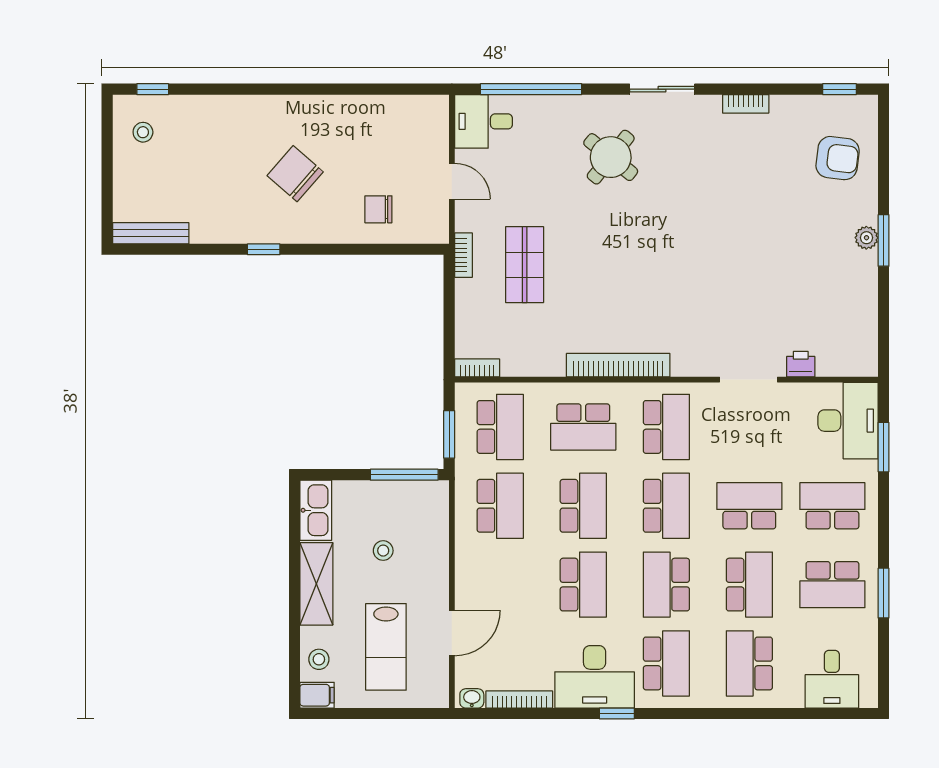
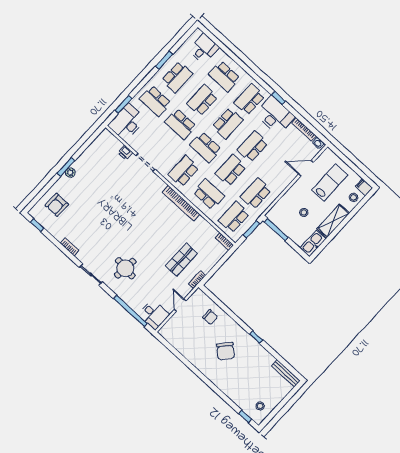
round table: (611, 157) -> (125, 268), turned -33
armchair: (838, 158) -> (57, 205), turned -96
school desk: (666, 506) -> (206, 147), turned -90
school desk: (832, 585) -> (177, 77), turned 90
school desk: (749, 663) -> (224, 76), turned 90

